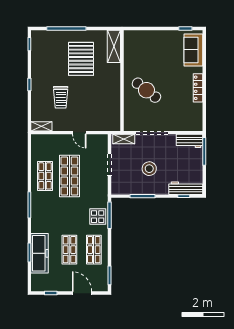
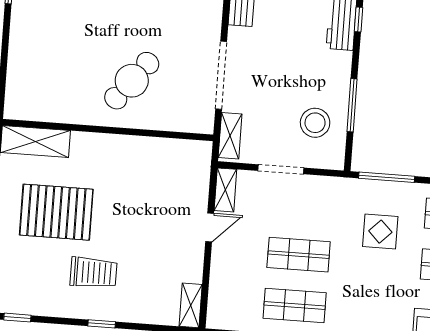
trolley: (61, 97) -> (94, 273), moved
shelving: (98, 139) -> (225, 190), added
stool: (149, 169) -> (315, 123), moved
shop shelf: (69, 176) -> (299, 255), width x0.70, depth x0.74
display table: (98, 217) -> (380, 232), moved

